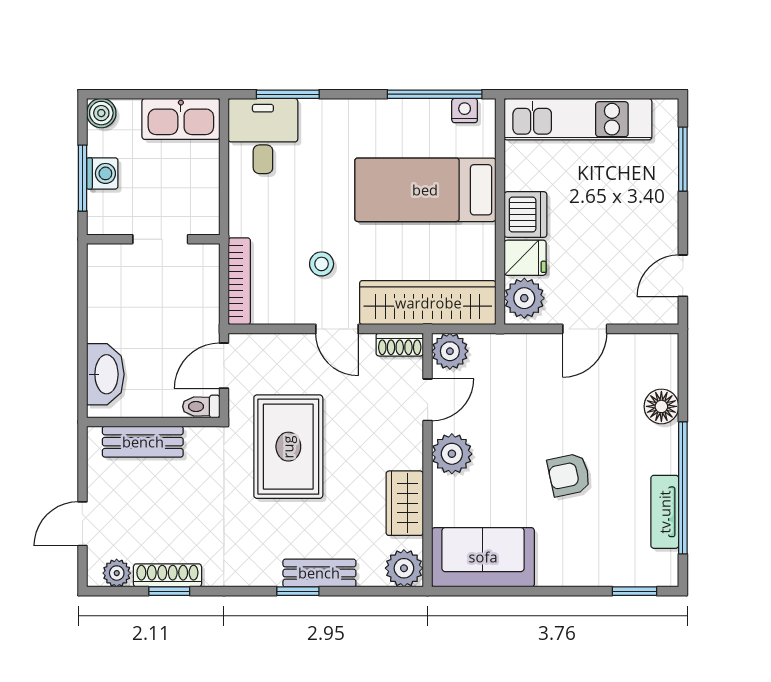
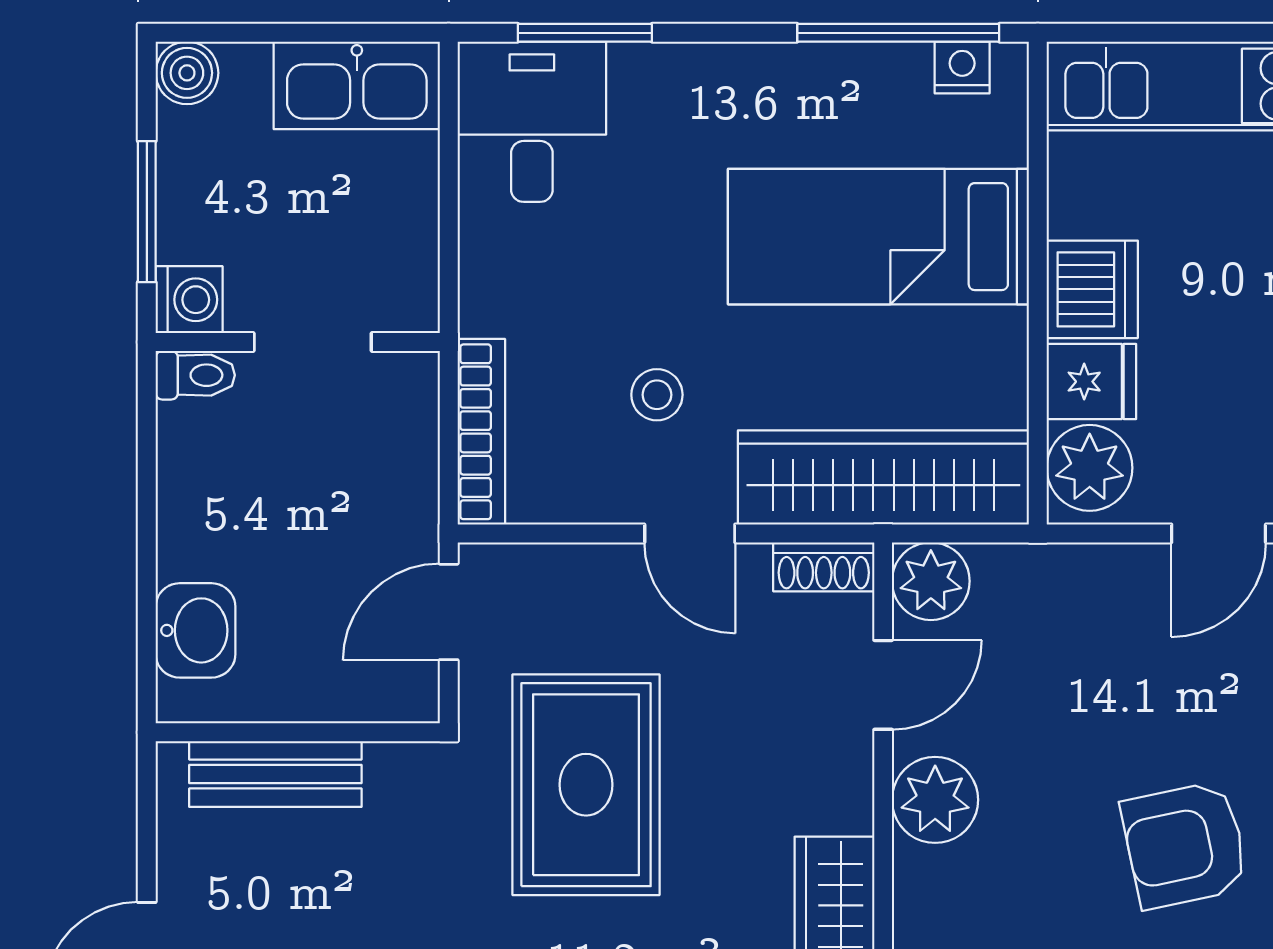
washing machine: (102, 173) -> (189, 300), moved
washbasin: (105, 374) -> (196, 630), width x0.72
toilet: (201, 406) -> (195, 375), moved, turned 180
armchair: (569, 475) -> (1185, 845), width x1.38, depth x1.38

